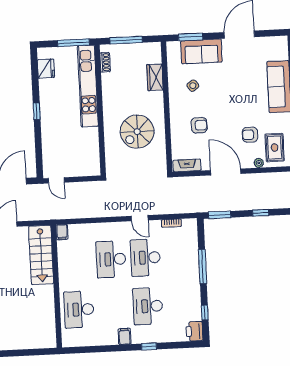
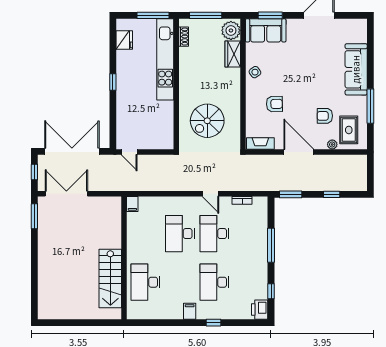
sofa: (201, 51) -> (266, 30), moved
plant: (152, 54) -> (231, 30), added
side table: (193, 86) -> (255, 72), moved
spiral stairs: (137, 132) -> (207, 121), moved
stairs: (41, 255) -> (110, 278), moved

